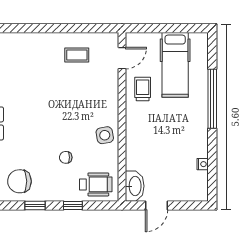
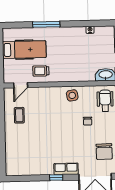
door: (122, 58) -> (21, 85), swing flipped
window: (212, 99) -> (46, 24), width x0.68

